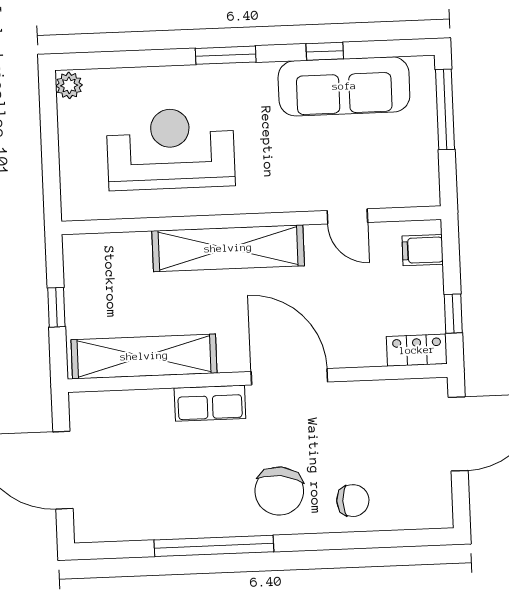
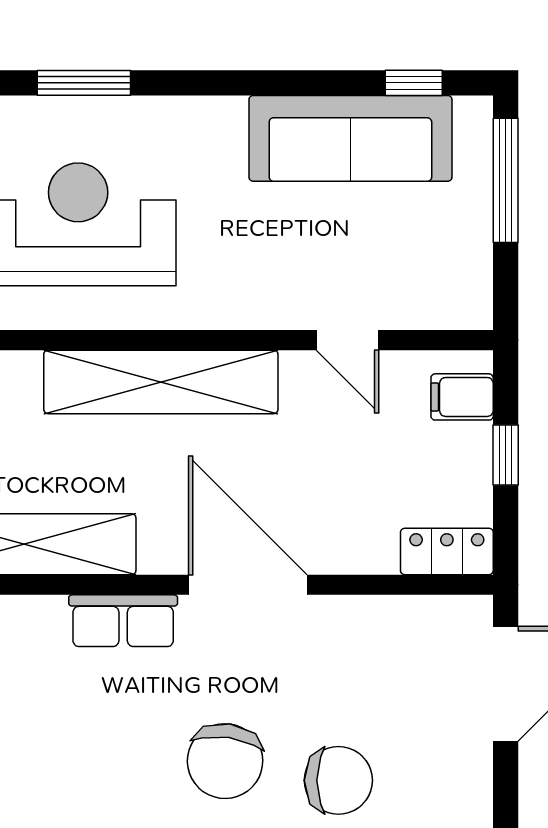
window: (325, 51) -> (414, 83), moved
window: (226, 55) -> (84, 83), moved
window: (453, 314) -> (506, 455), moved
chair: (353, 501) -> (338, 780), width x1.37, depth x1.37

